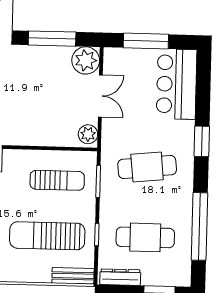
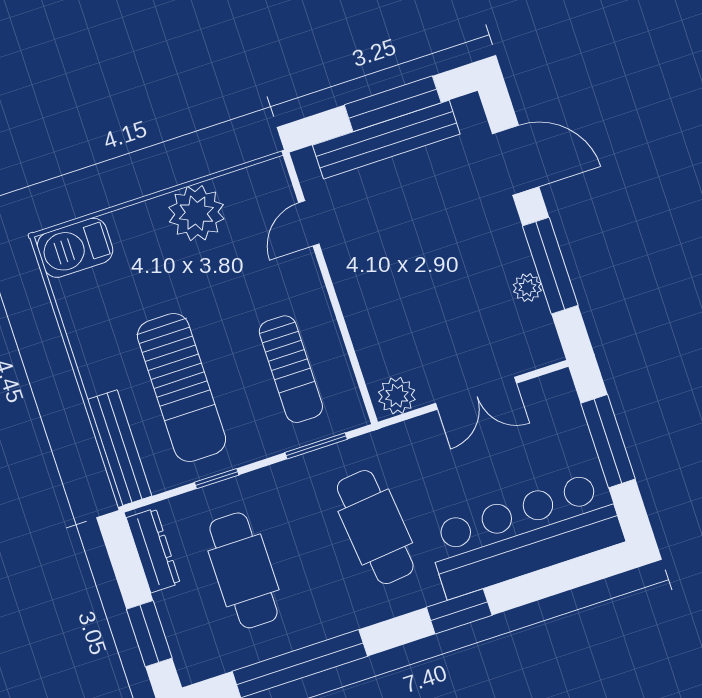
plant: (86, 60) -> (527, 288), moved, width x0.53, depth x0.53
bar counter: (177, 84) -> (525, 535), width x1.36
sun lounger: (47, 236) -> (182, 388), turned 180
bench: (73, 276) -> (120, 448), width x1.36

